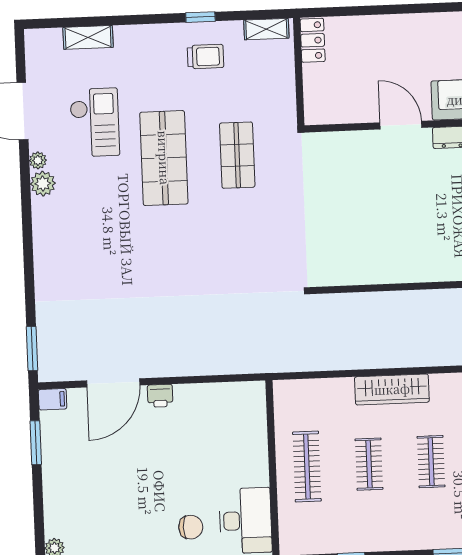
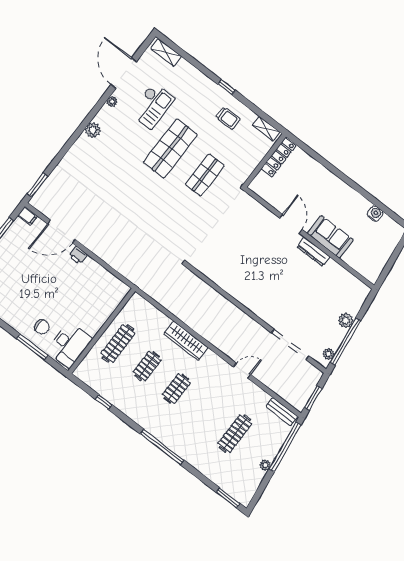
window: (200, 17) -> (226, 87), moved
shelving: (88, 37) -> (166, 53), moved
locker: (313, 40) -> (279, 157), width x1.53
plant: (43, 184) -> (93, 130), moved

